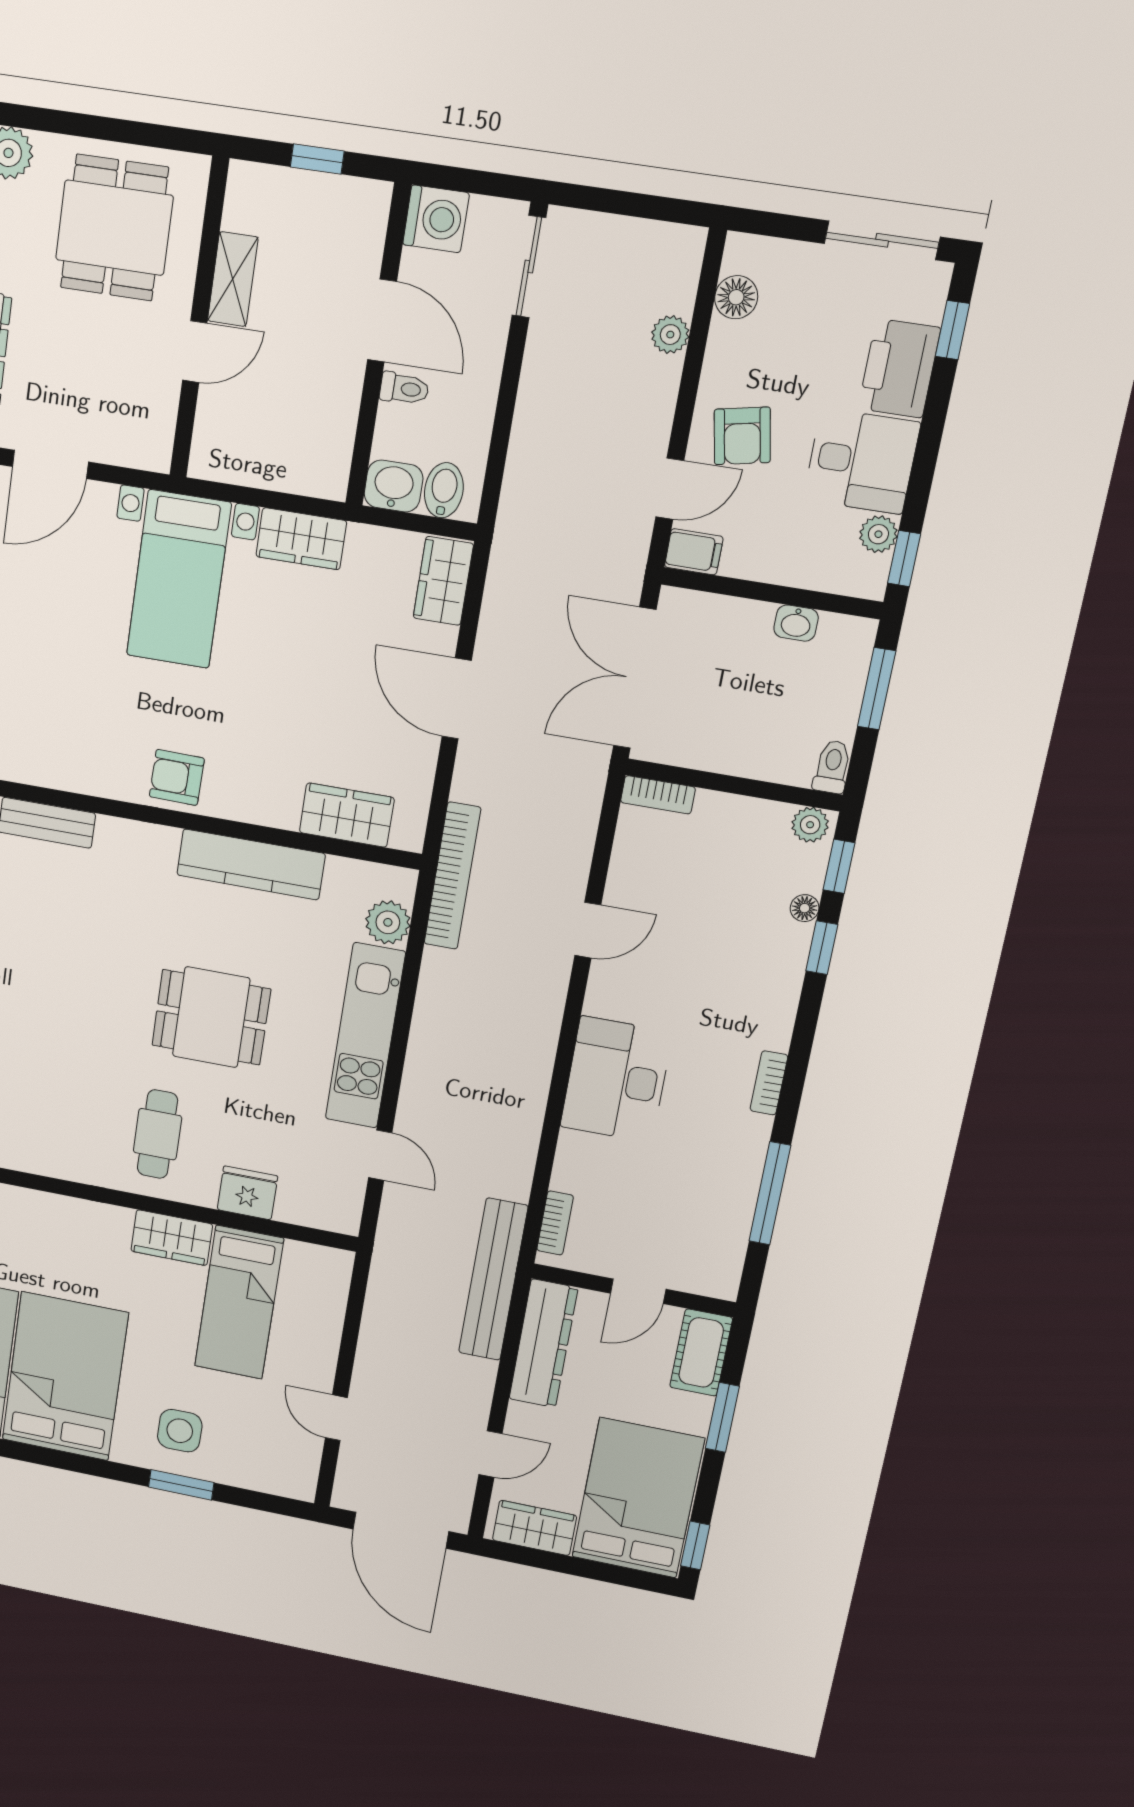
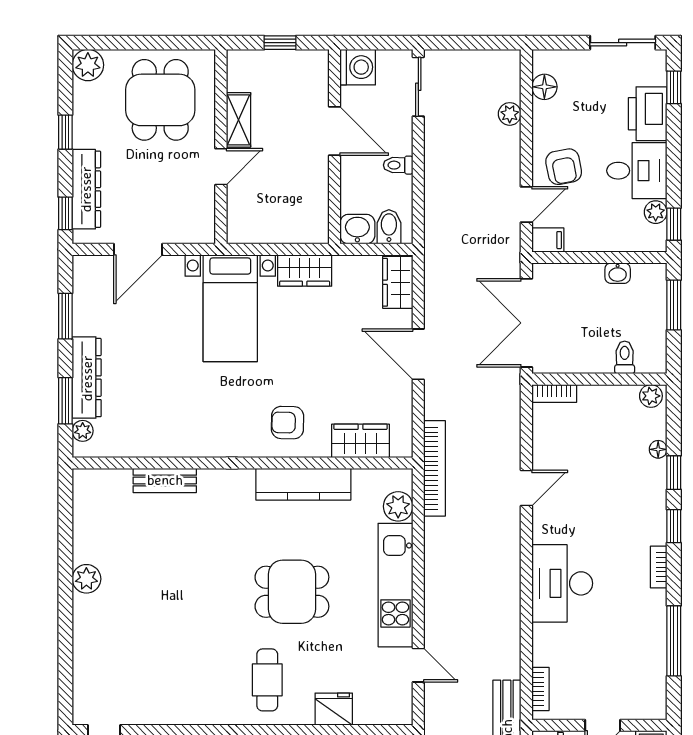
toilet: (404, 389) -> (398, 165), moved, turned 180
toilet: (832, 767) -> (625, 357), moved
armchair: (177, 777) -> (287, 423), moved
window: (839, 866) -> (674, 526), moved

